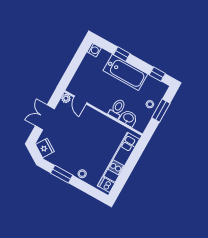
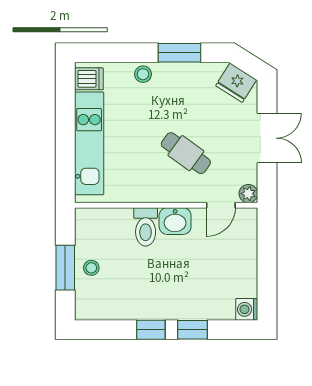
bathtub: (125, 72) -> (168, 301), removed
window: (157, 74) -> (151, 330), moved
door: (80, 100) -> (221, 205), swing flipped
washbasin: (128, 118) -> (175, 221), moved
cafe table: (83, 130) -> (186, 153), added

